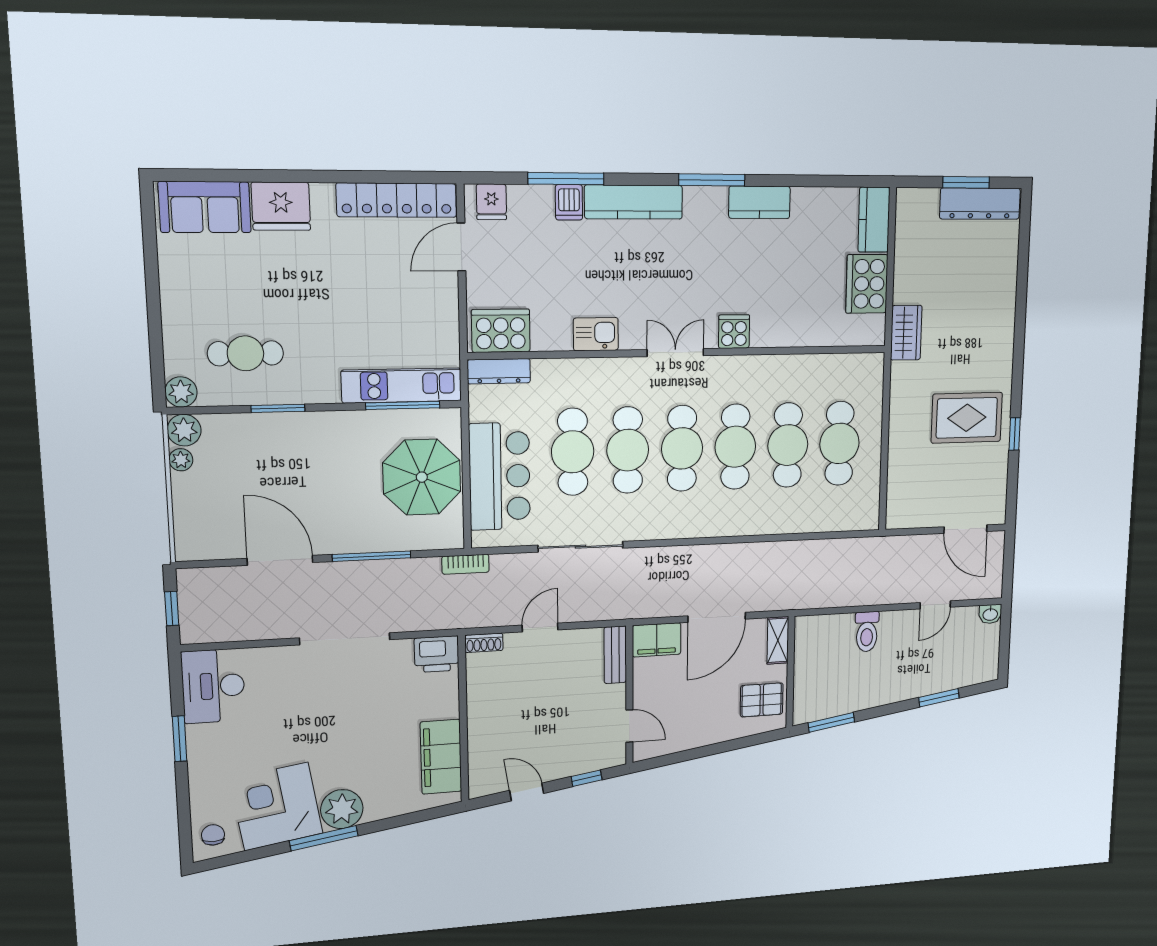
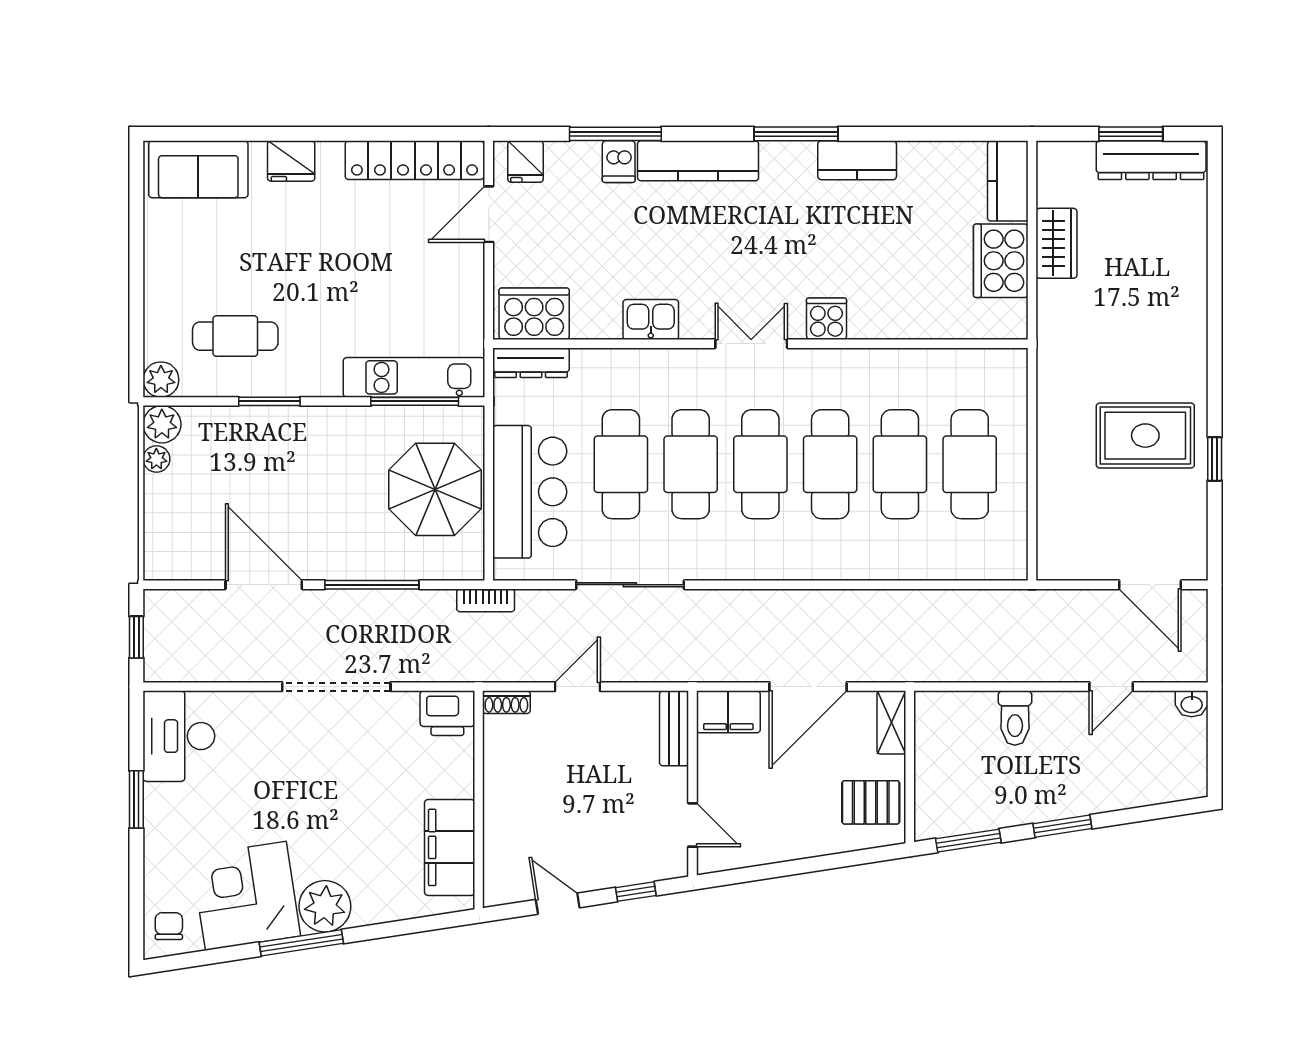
fridge: (281, 206) -> (291, 161), width x0.73, depth x0.75
wardrobe: (906, 333) -> (1056, 243), moved
window: (939, 698) -> (1062, 826), moved

